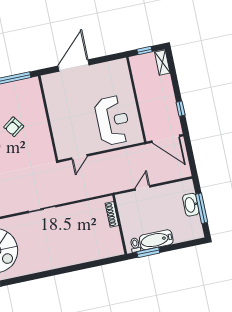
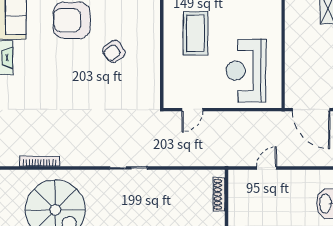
coffee table: (70, 101) -> (196, 33), added
reception desk: (113, 120) -> (246, 71), turned 180

